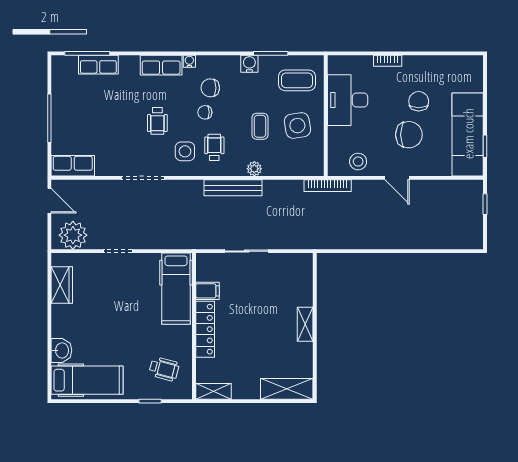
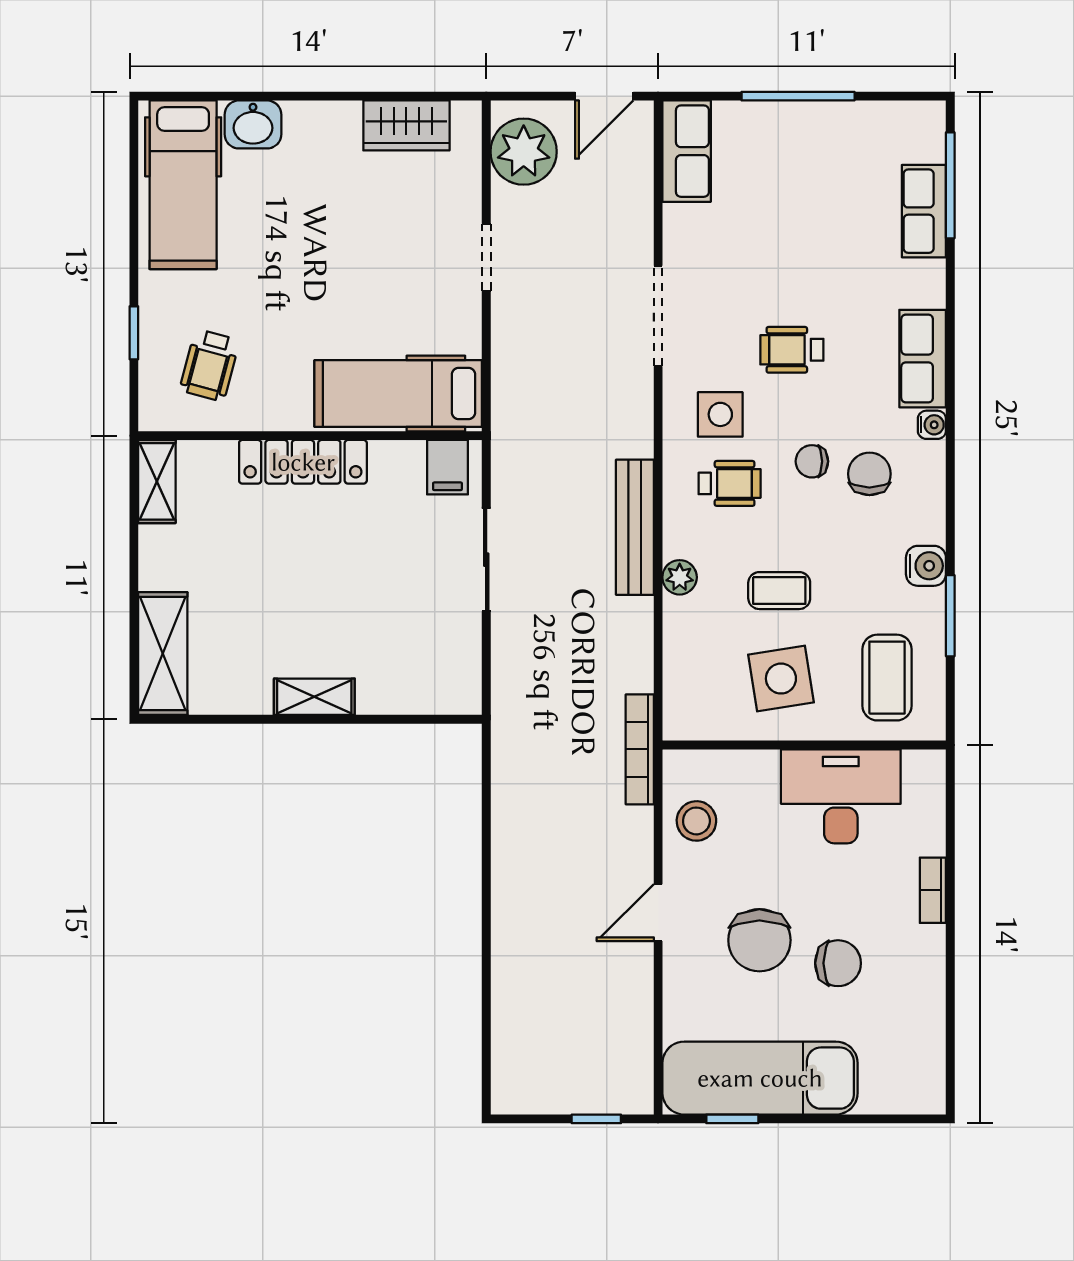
chair: (205, 112) -> (812, 461), turned -90
filing cabinet: (207, 291) -> (447, 467), moved

